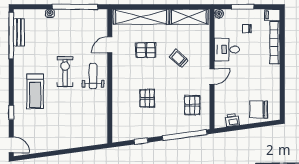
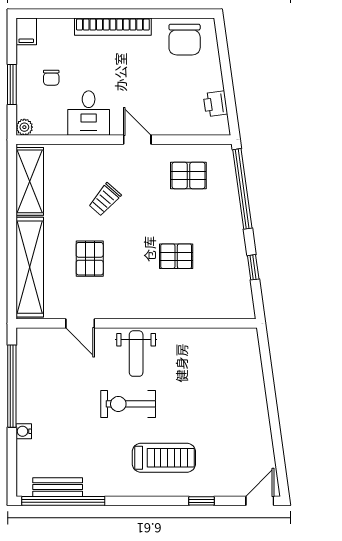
bookcase: (275, 43) -> (113, 27), moved
weight bench: (93, 76) -> (136, 354), turned -90
chair: (259, 110) -> (185, 40), moved

